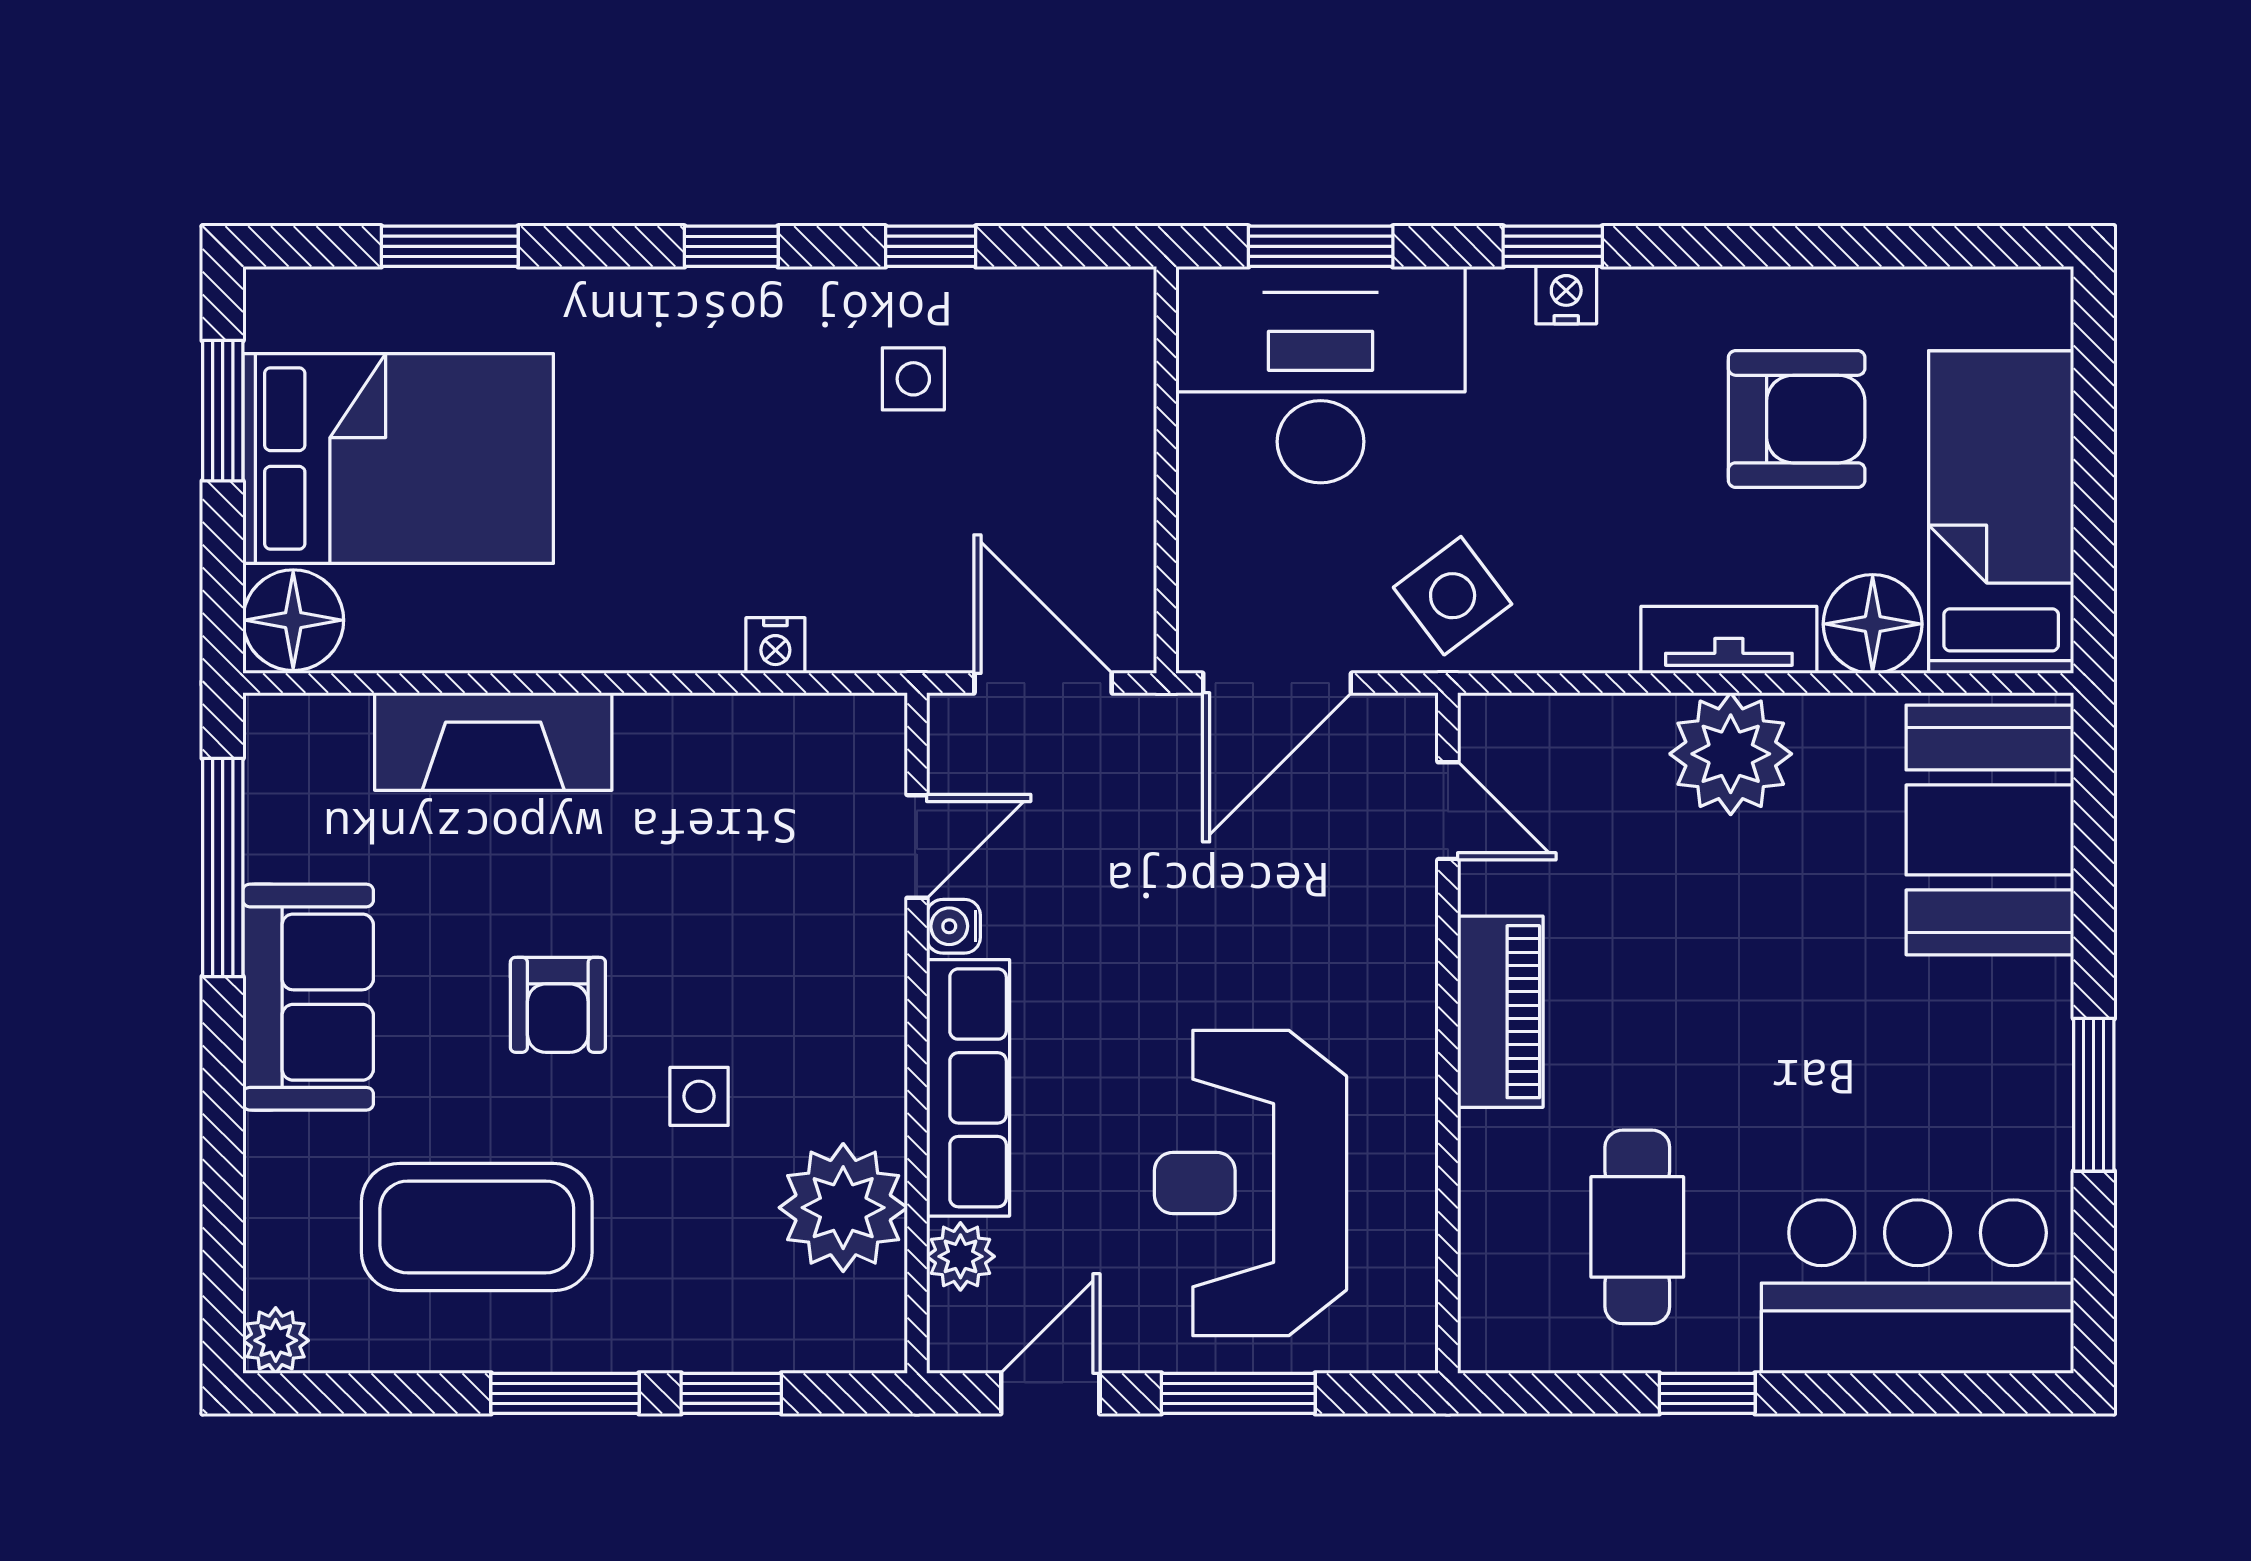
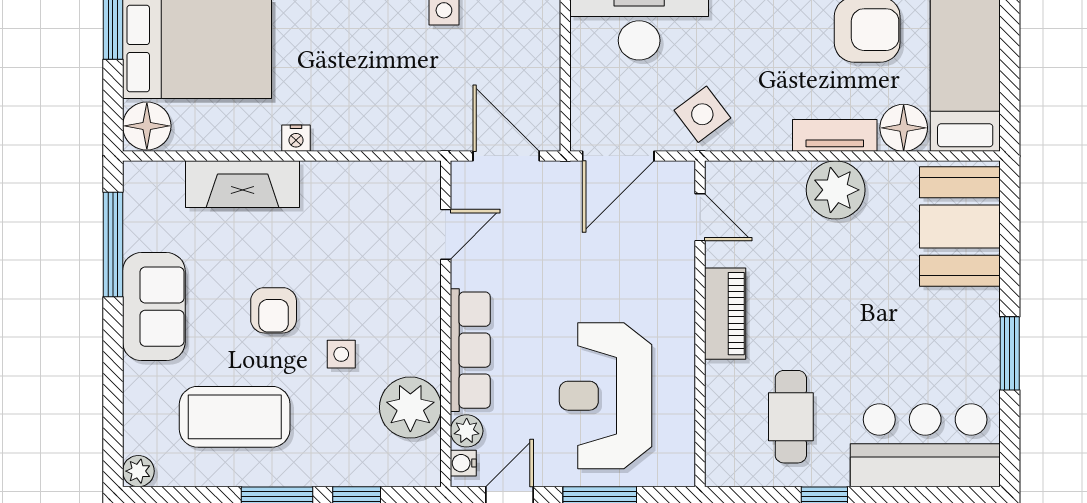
nightstand: (775, 646) -> (296, 138), moved
water cooler: (954, 926) -> (463, 463), moved

